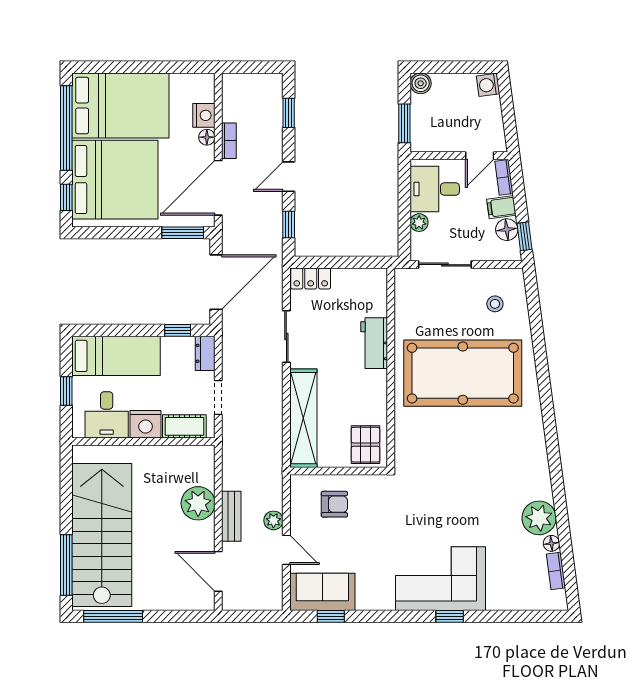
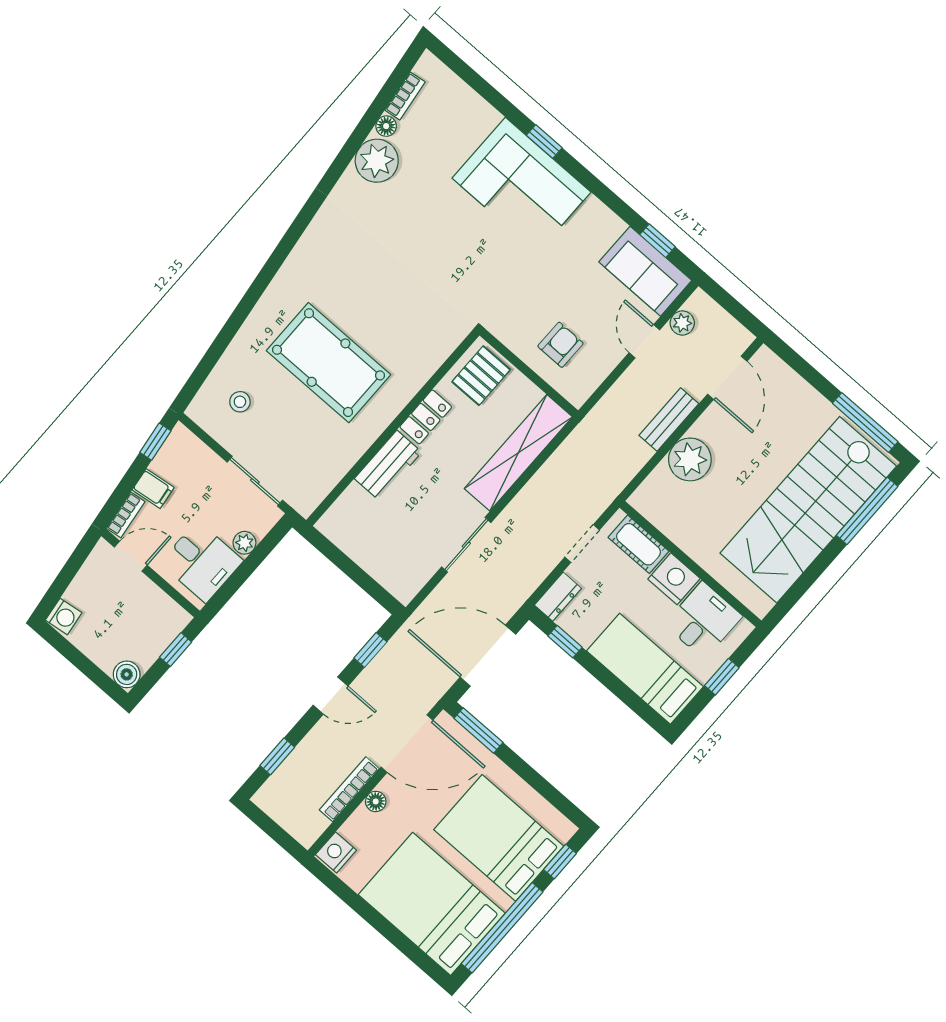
nightstand: (204, 115) -> (336, 852), moved
window: (404, 123) -> (176, 650), width x0.67
bookcase: (229, 141) -> (349, 789), width x1.56
bed: (115, 180) -> (499, 838), width x0.73
floor lamp: (507, 230) -> (167, 463), removed
locker: (311, 278) -> (426, 417), moved, turned 90
pool table: (463, 373) -> (329, 363), width x0.73, depth x0.76
armchair: (334, 504) -> (561, 345), turned 90
plant: (273, 520) -> (682, 323), moved

